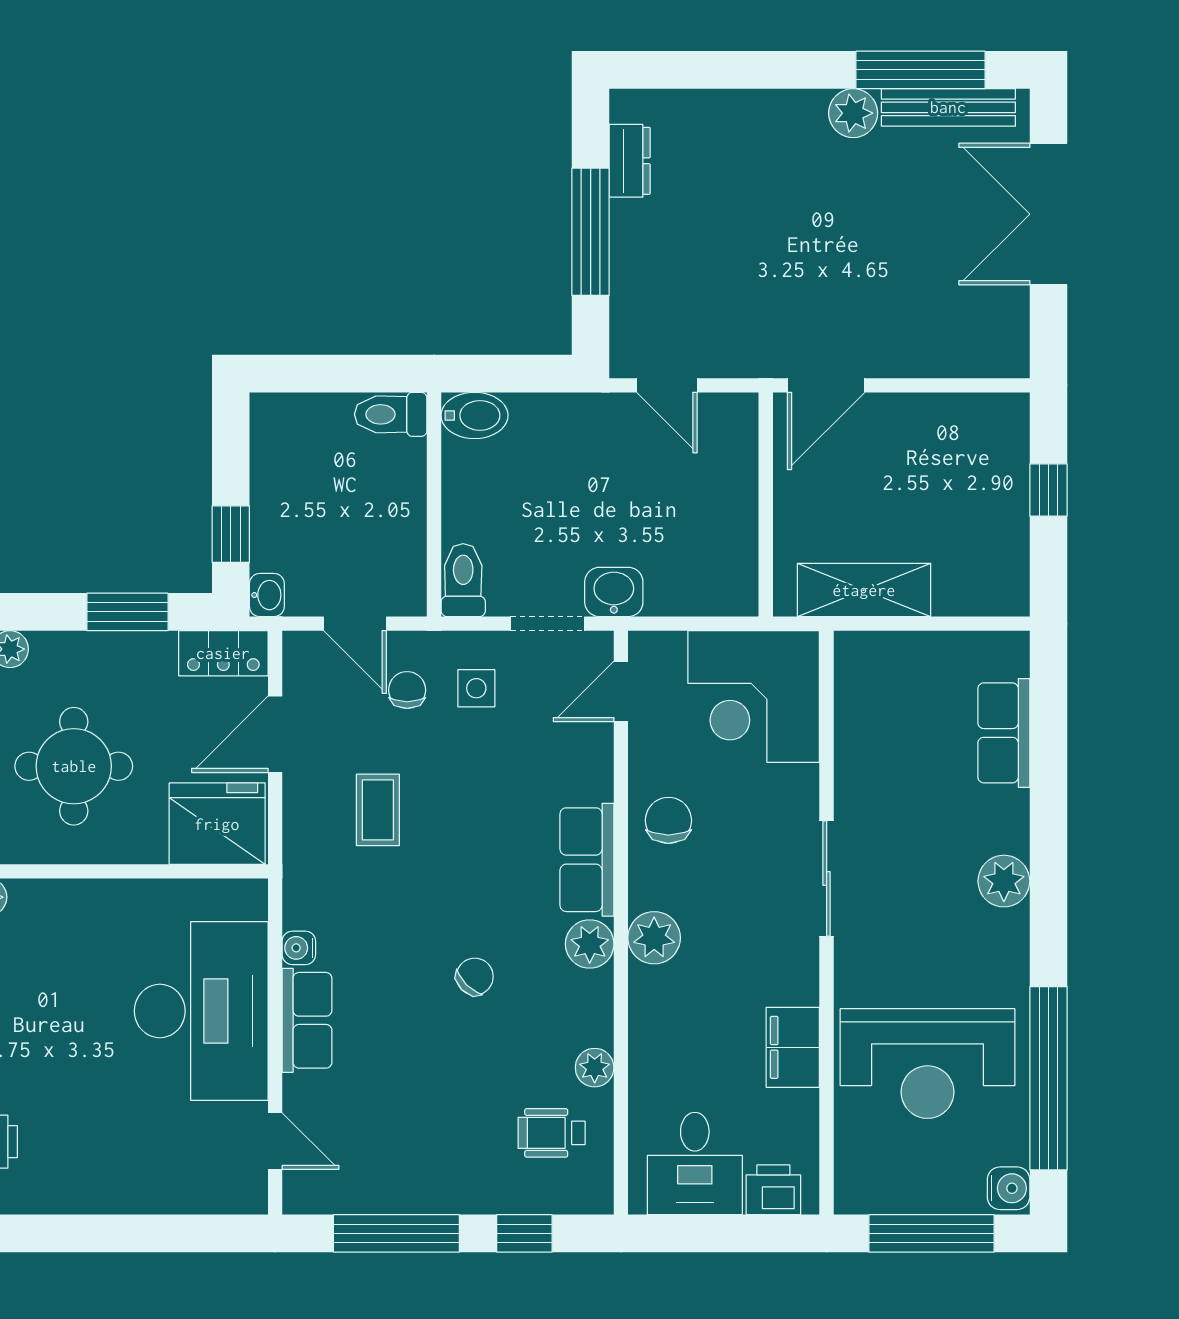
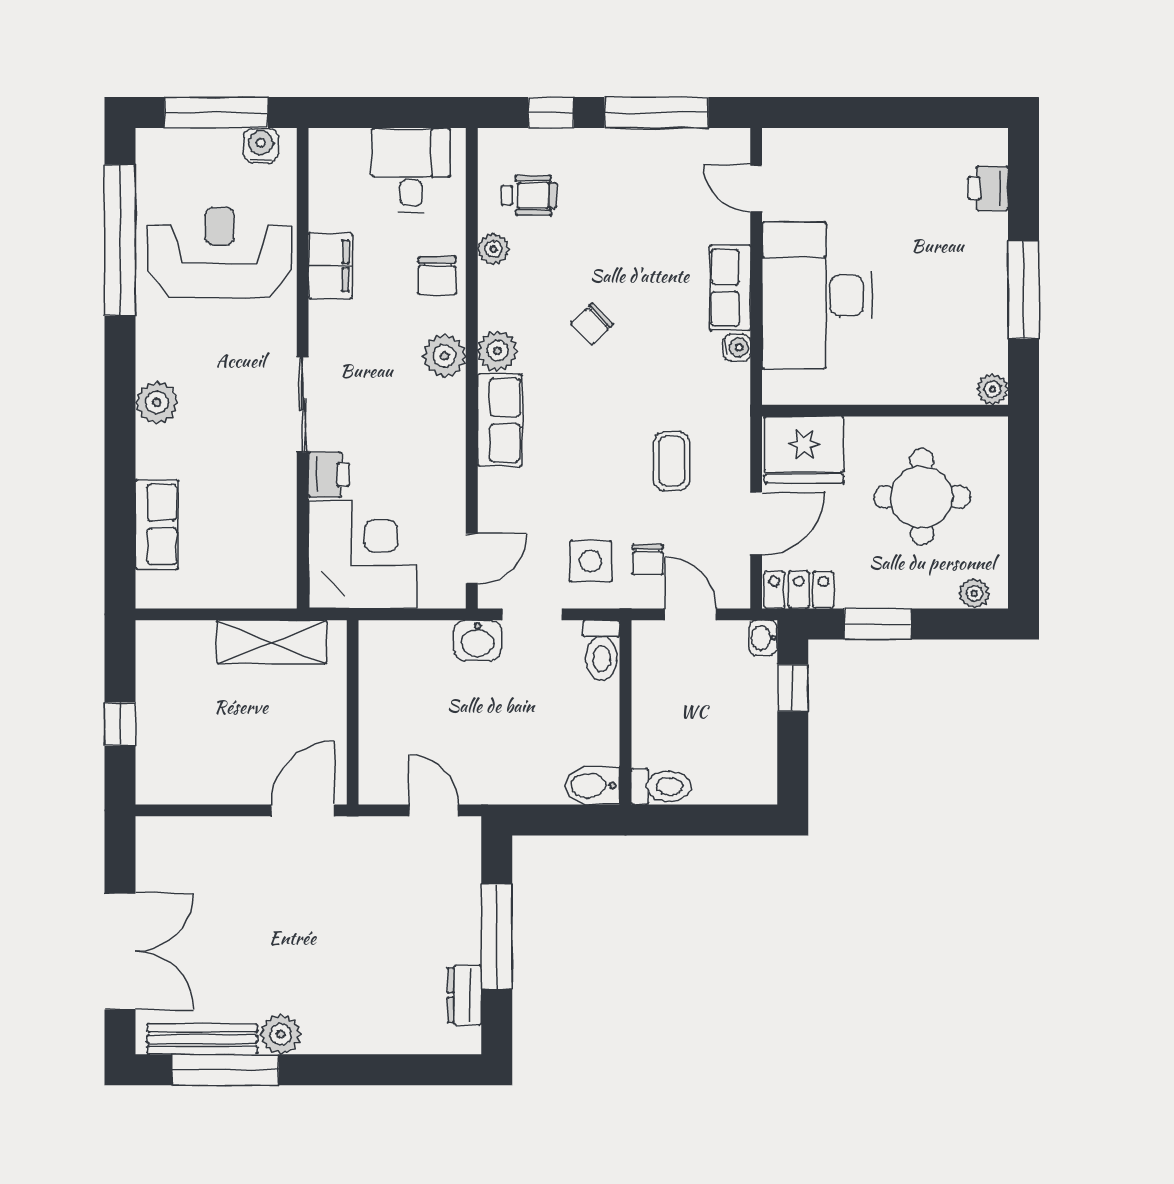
side table: (476, 688) -> (591, 561), width x1.37, depth x1.37
chair: (668, 820) -> (437, 276), moved
water cooler: (1009, 1188) -> (261, 145), moved, turned 90
printer: (773, 1190) -> (329, 475), moved, turned -90

